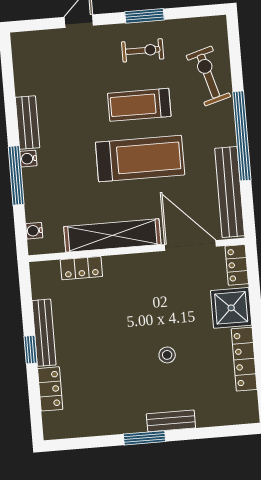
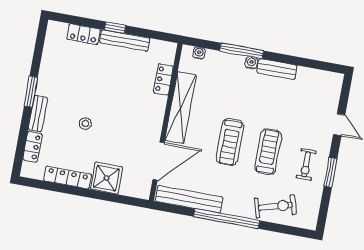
treadmill: (140, 159) -> (230, 142), width x0.73, depth x0.73
locker: (237, 265) -> (32, 147), moved, turned 90

